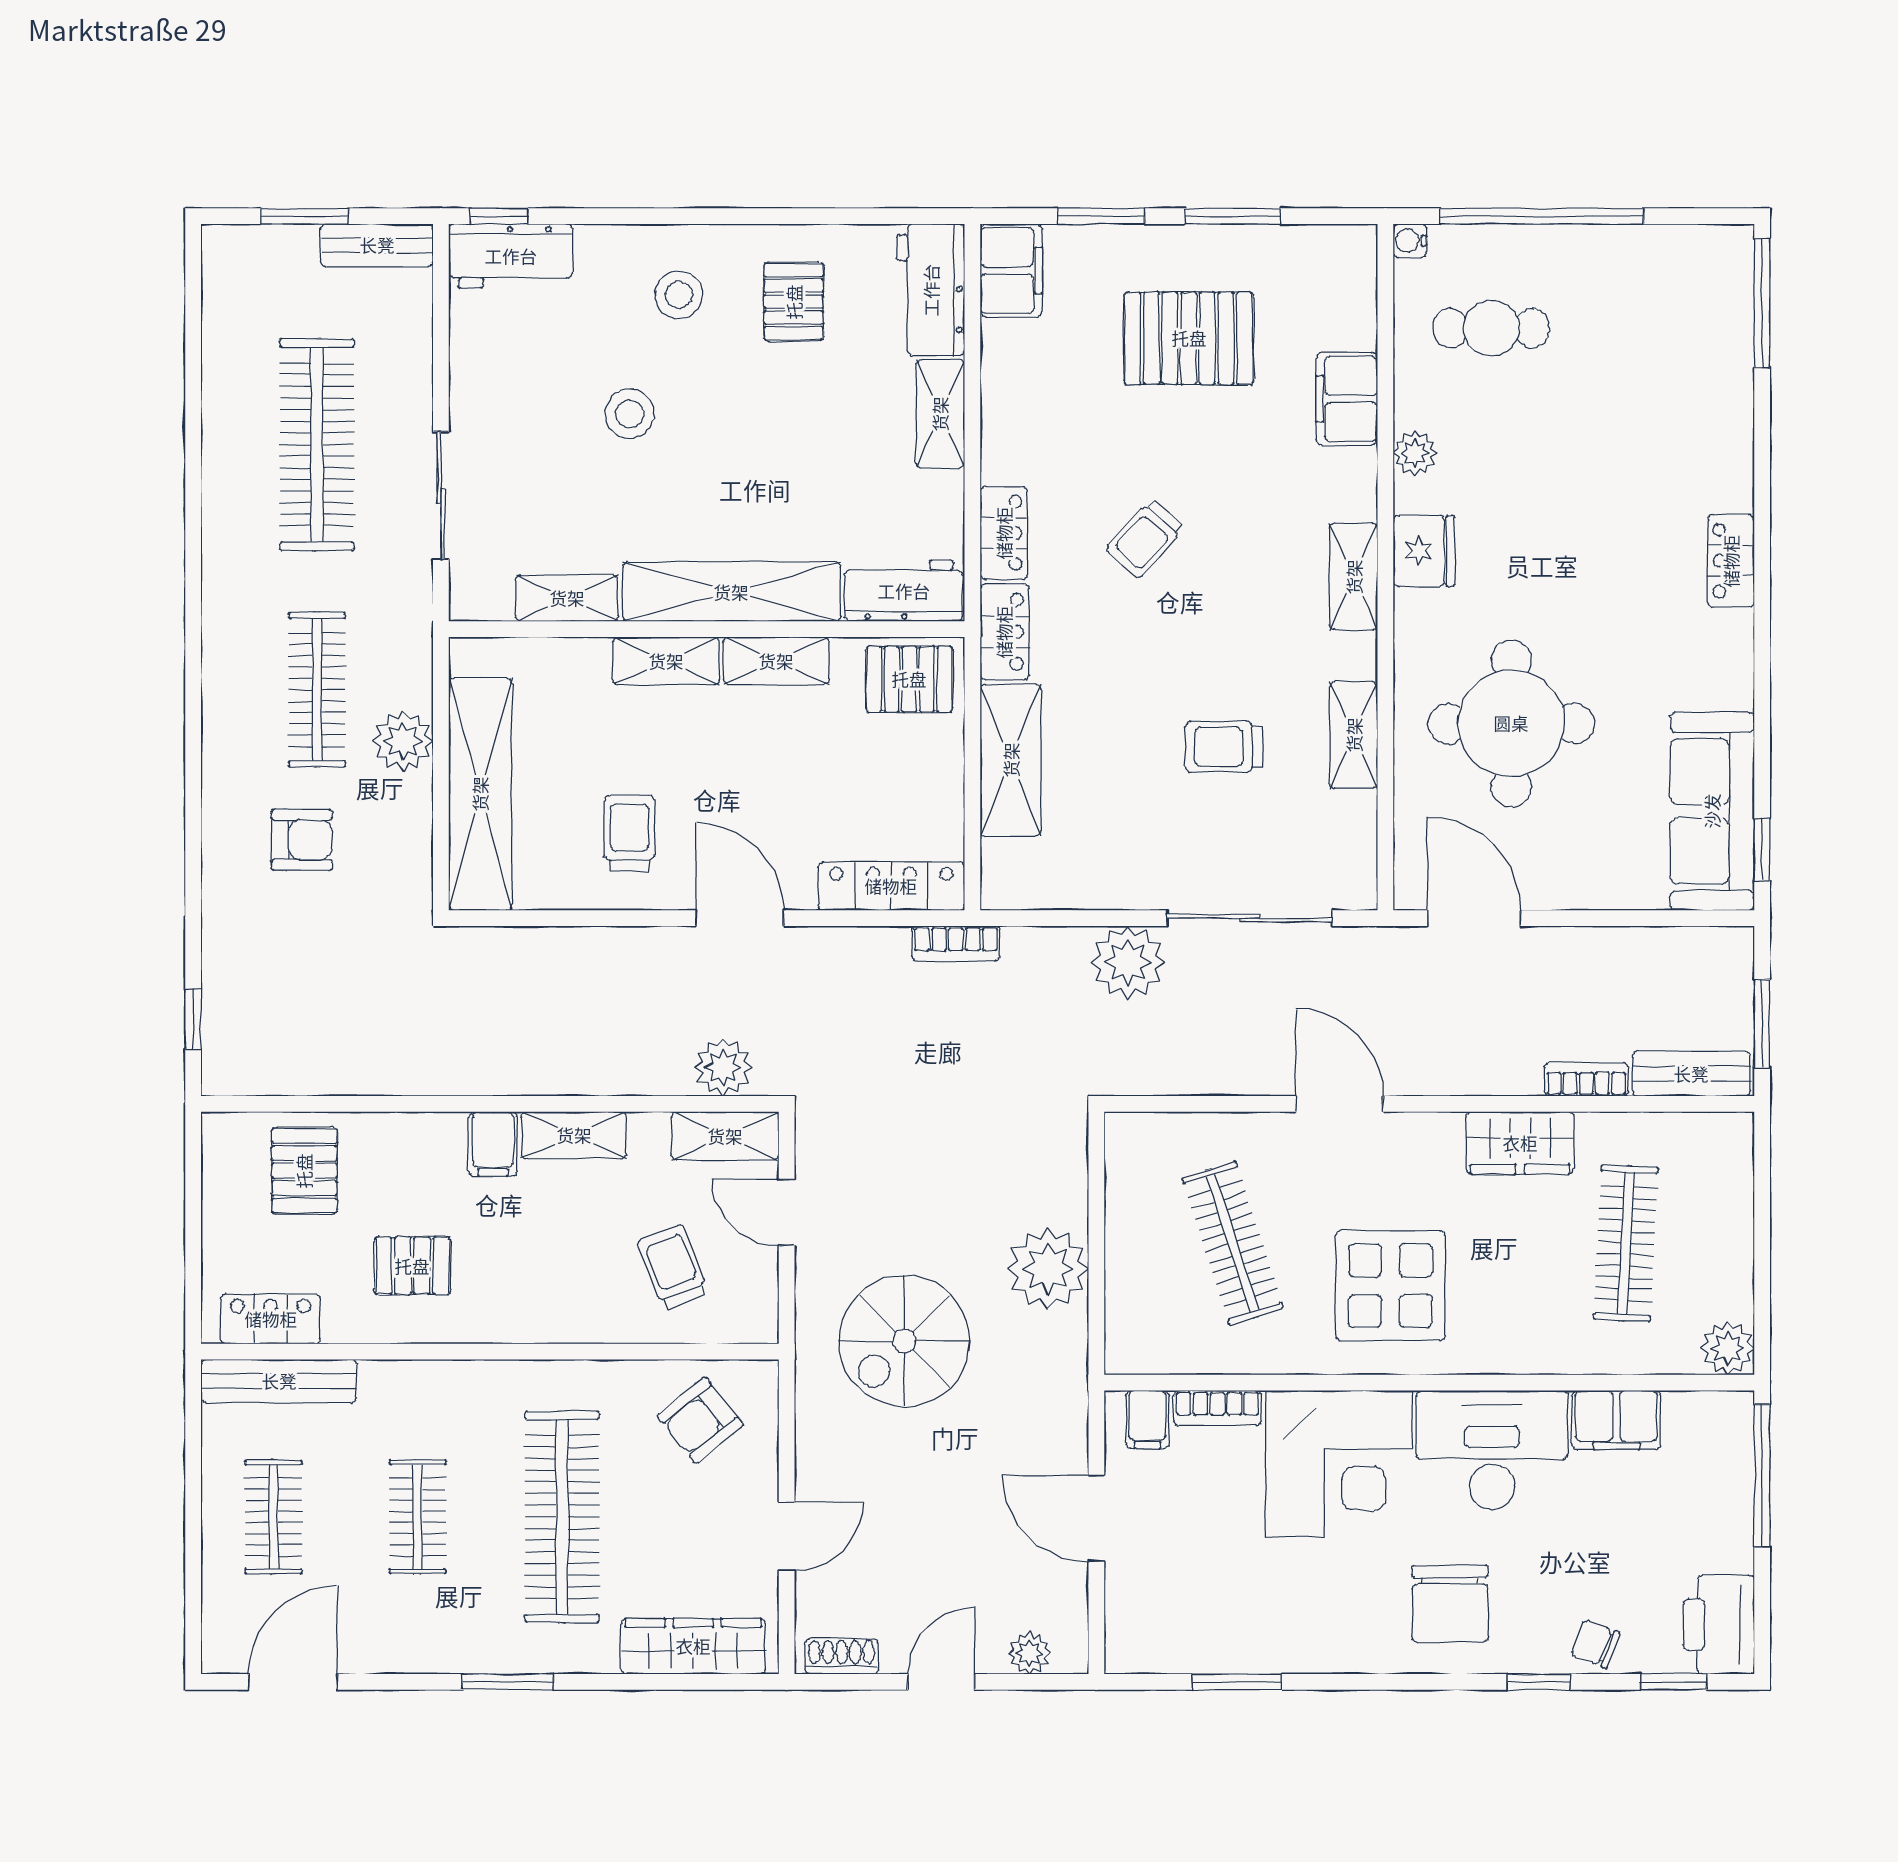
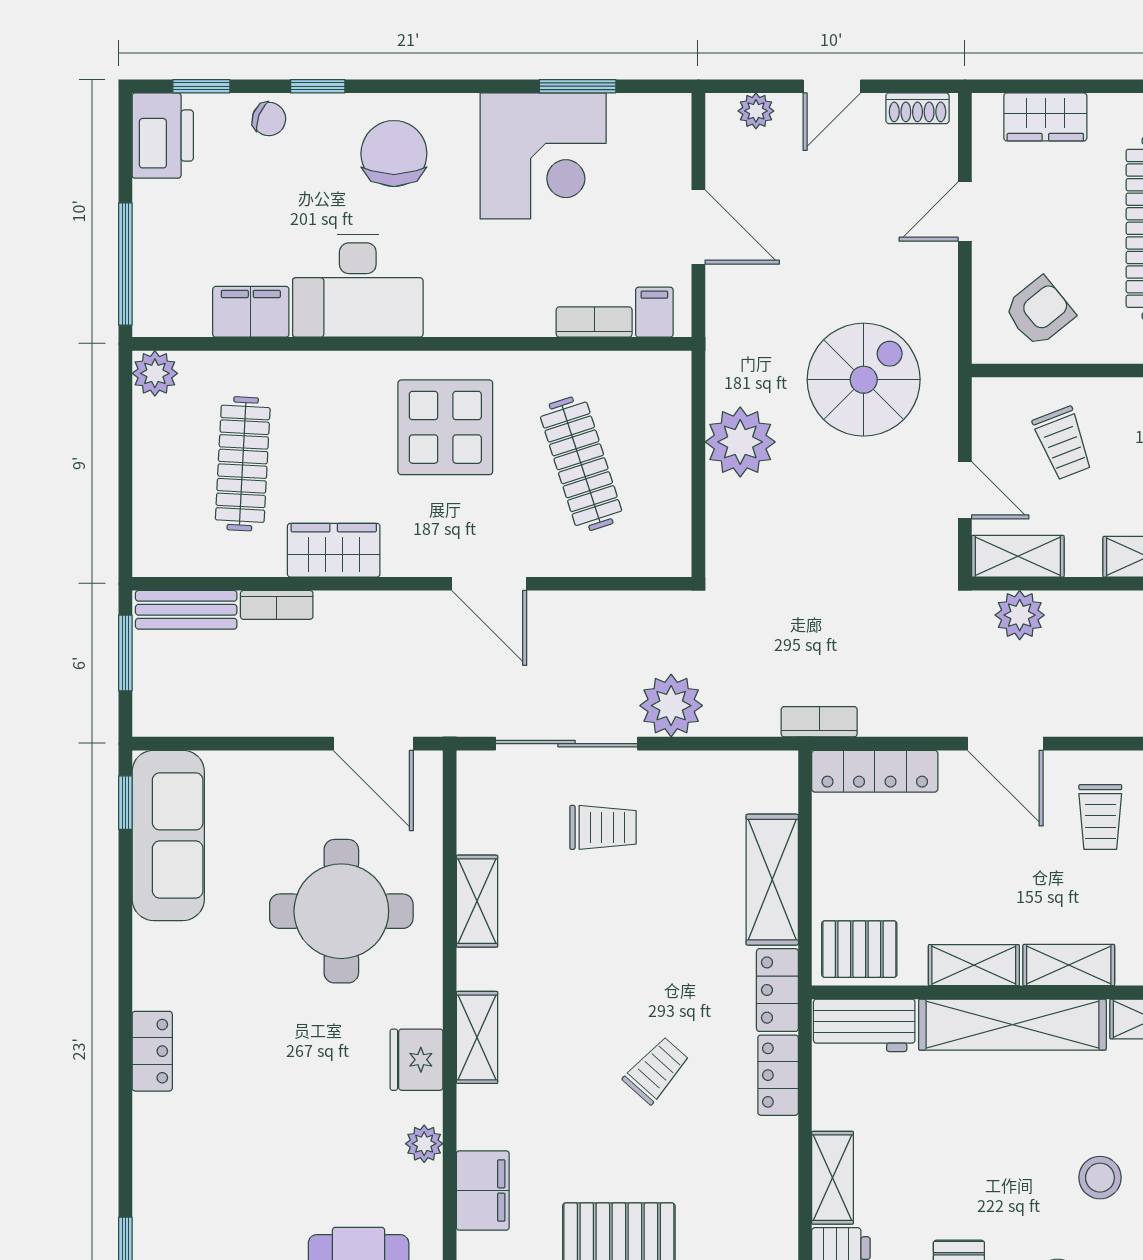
trolley: (1224, 747) -> (603, 827), moved
corner desk: (1339, 1464) -> (543, 156), moved, turned 180
wardrobe: (693, 1646) -> (1045, 117), width x0.67

